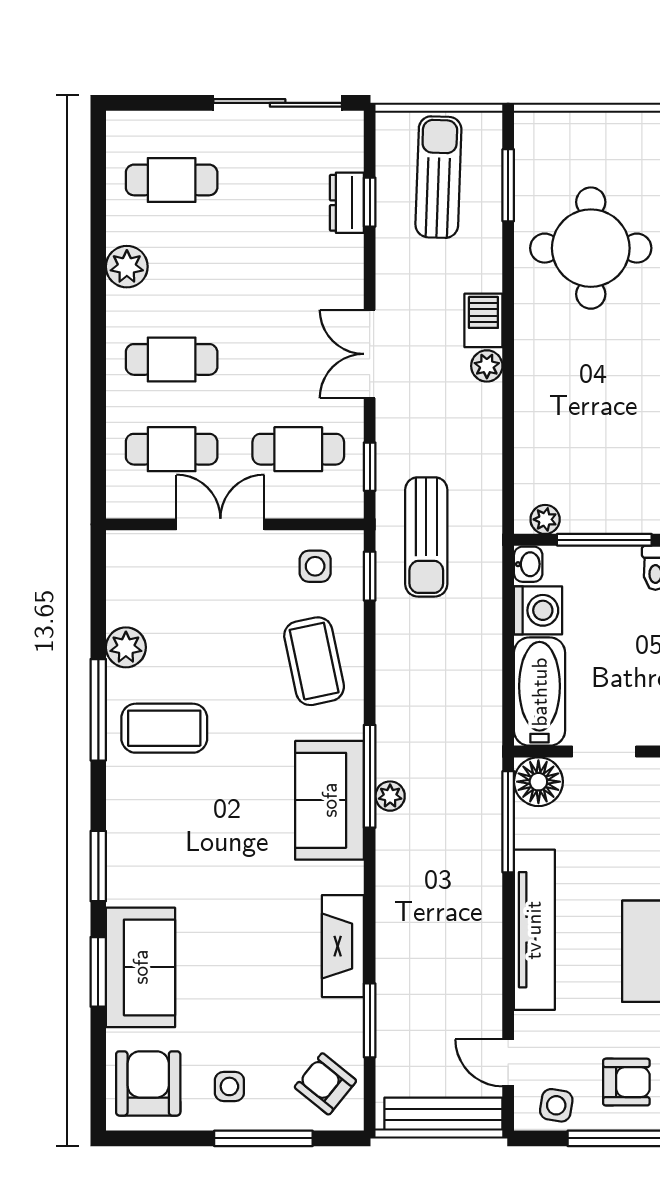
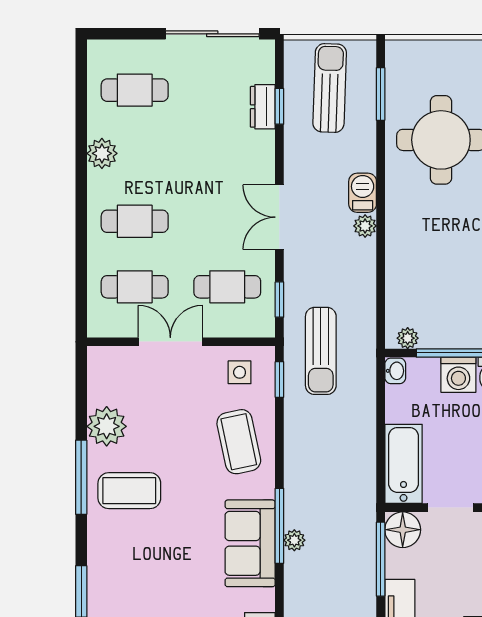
washing machine: (538, 610) -> (458, 375), moved, turned 90
plant: (126, 647) -> (107, 426), width x1.36, depth x1.36

